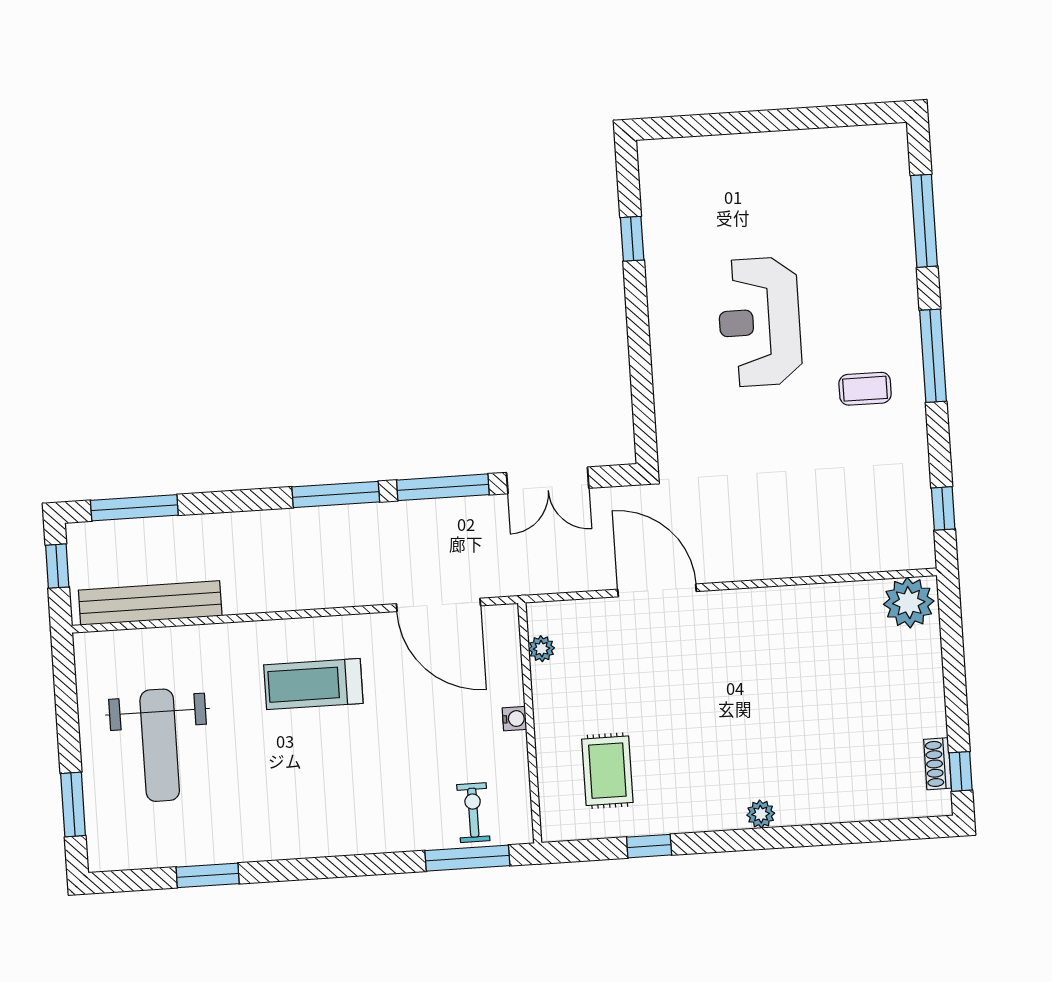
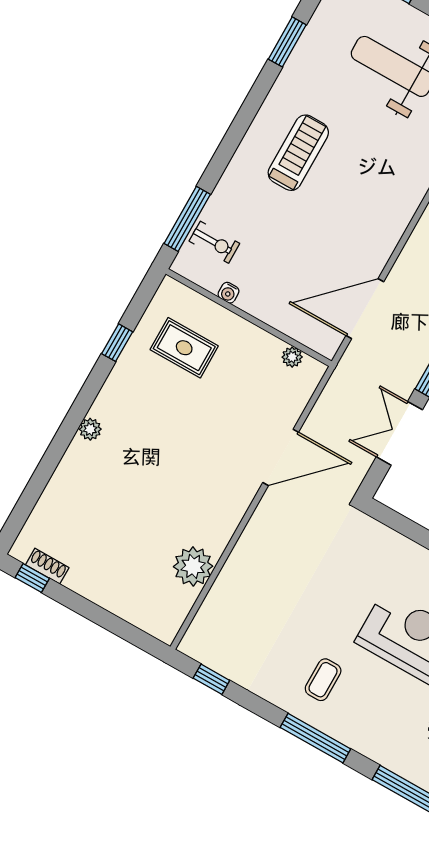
plant: (909, 603) -> (193, 566), moved
treadmill: (313, 684) -> (298, 153), moved
water cooler: (514, 719) -> (228, 293), moved

